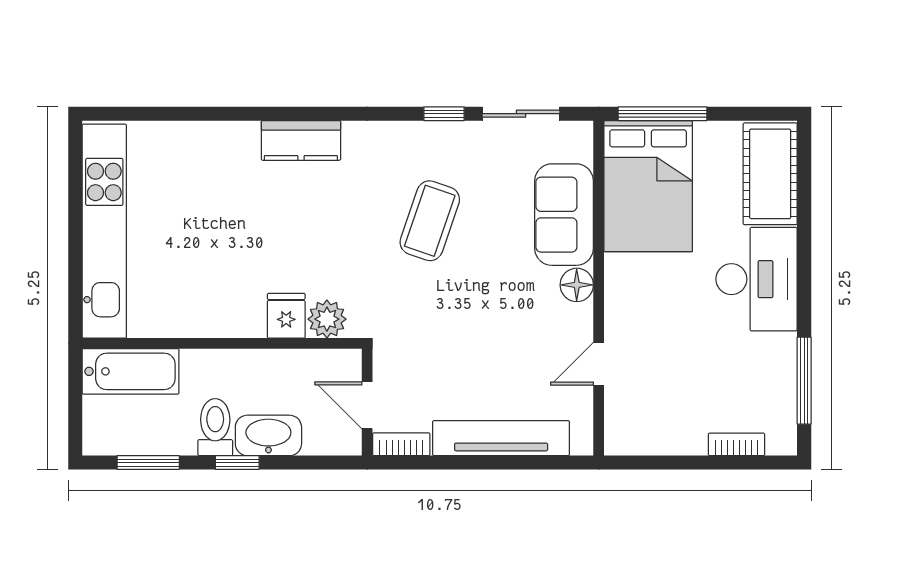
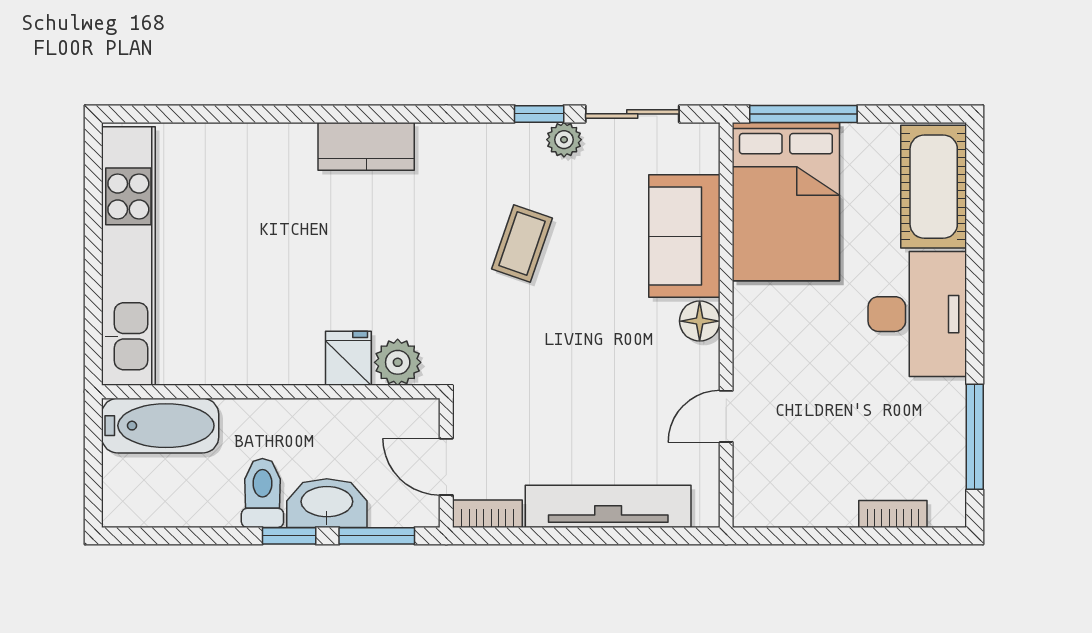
plant: (465, 135) -> (564, 140), added
coffee table: (430, 221) -> (522, 243), width x0.73, depth x0.77
window: (148, 463) -> (377, 536), moved

